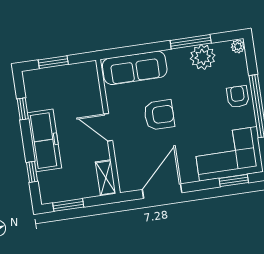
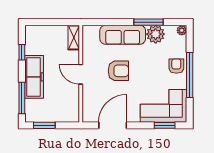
window: (53, 62) -> (49, 22), removed
sofa: (135, 68) -> (123, 35), moved
window: (32, 172) -> (22, 98), width x2.17
shelving: (106, 178) -> (74, 37), moved

